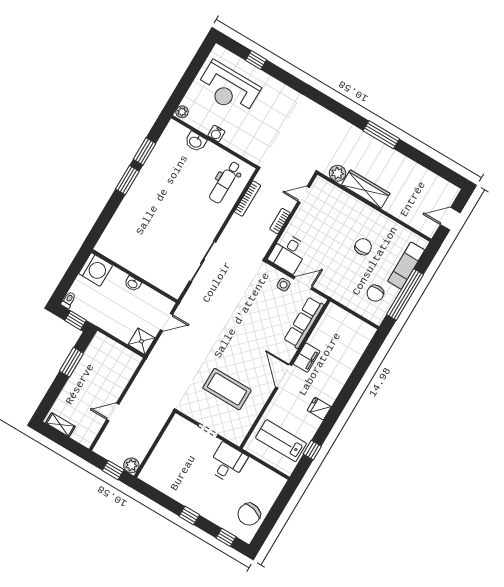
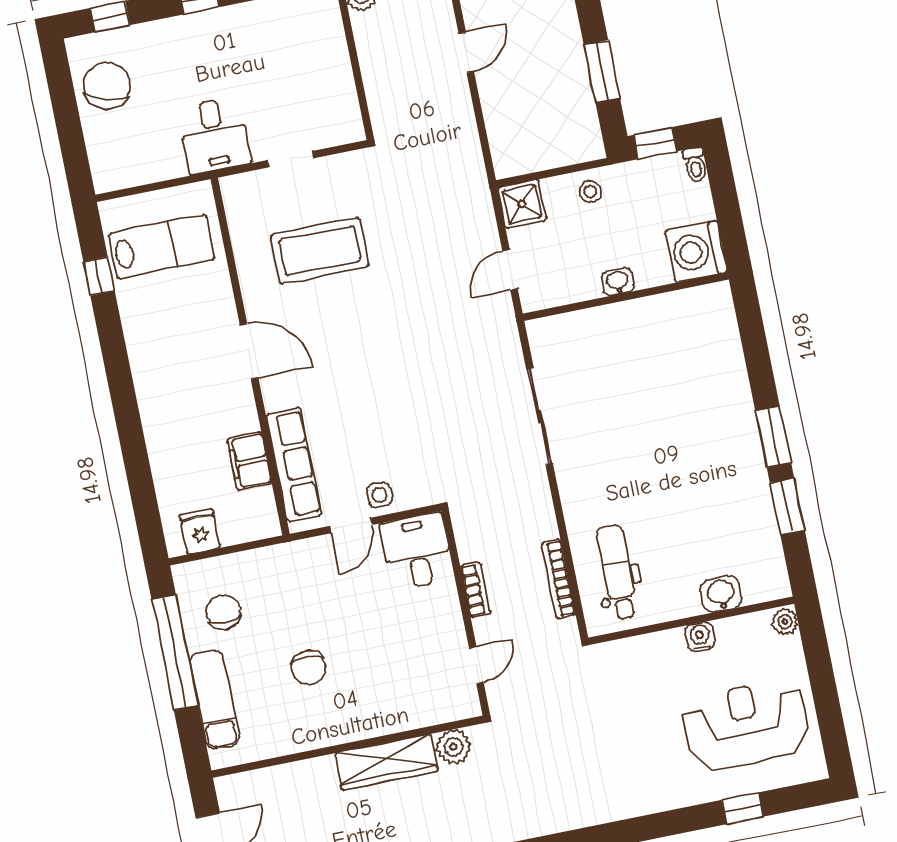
stool: (114, 324) -> (590, 192), added
filing cabinet: (307, 358) -> (249, 461), moved
fridge: (319, 409) -> (200, 531), moved, turned -90

